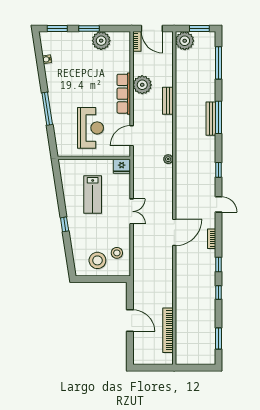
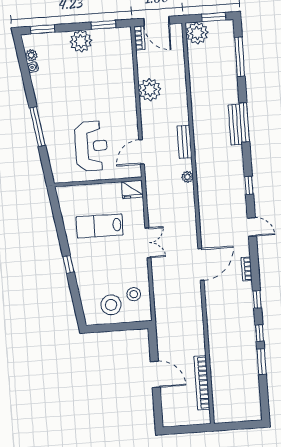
window: (89, 29) -> (103, 25), moved
plant: (101, 41) -> (81, 41), moved
plant: (46, 49) -> (31, 55), added
row of seats: (124, 94) -> (128, 102), removed
bench: (168, 101) -> (184, 142), moved
lab bench: (93, 194) -> (100, 226), turned 90
window: (219, 338) -> (262, 362), moved

